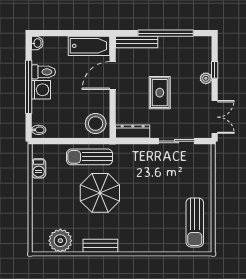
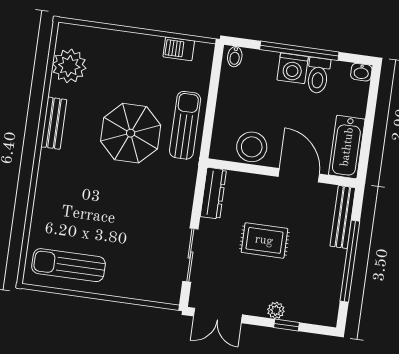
stool: (96, 123) -> (252, 147), moved

